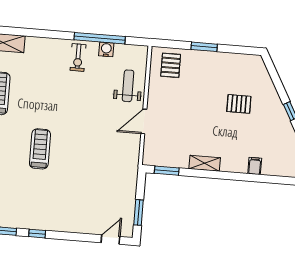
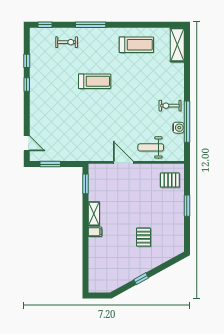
weight bench: (128, 86) -> (151, 147), turned 180
filing cabinet: (255, 166) -> (95, 232), moved

